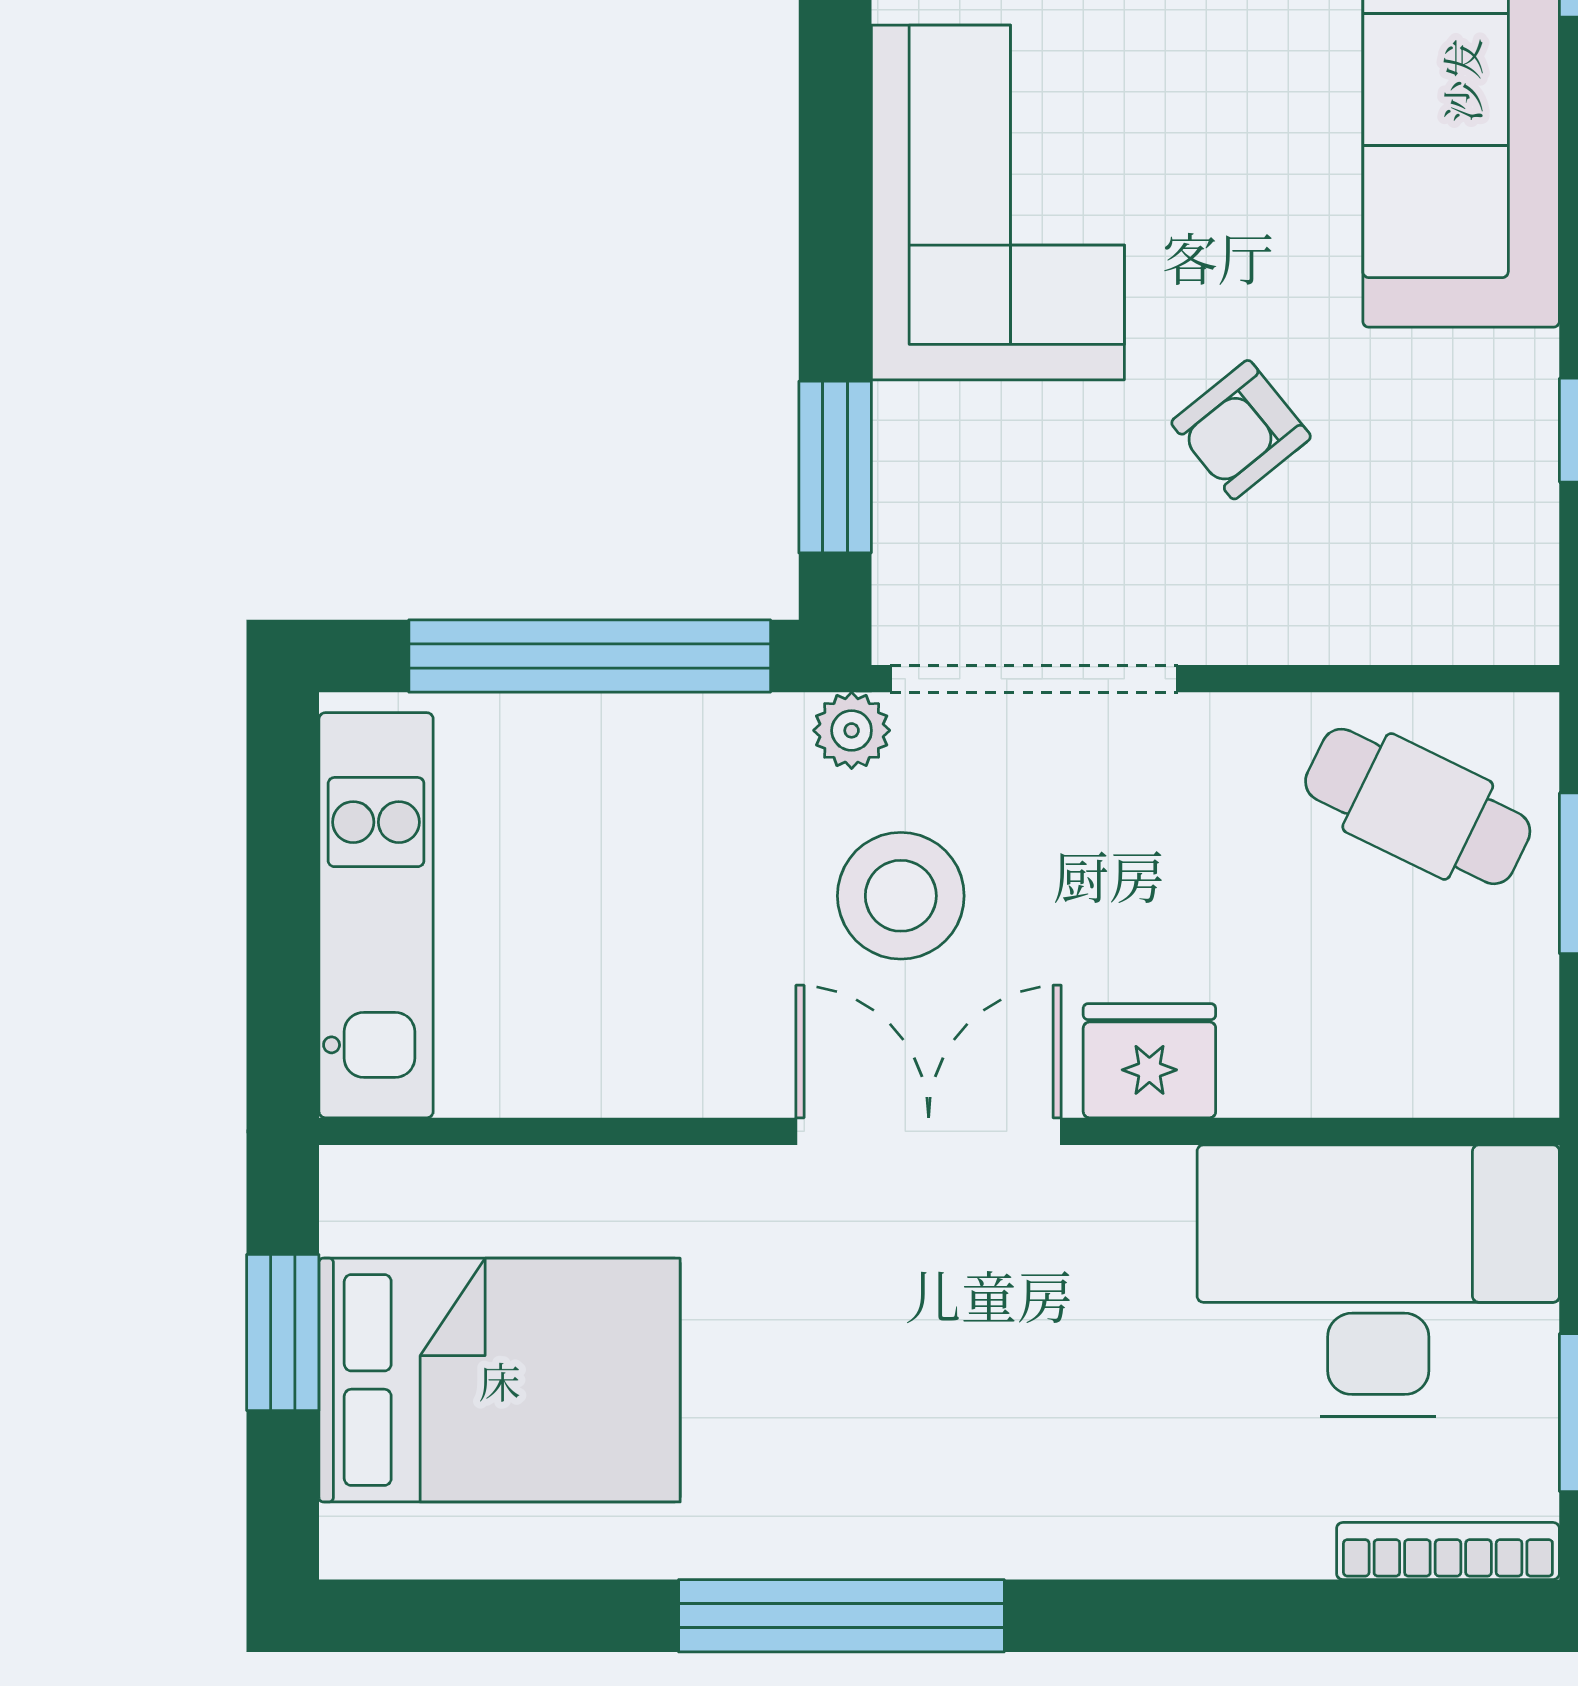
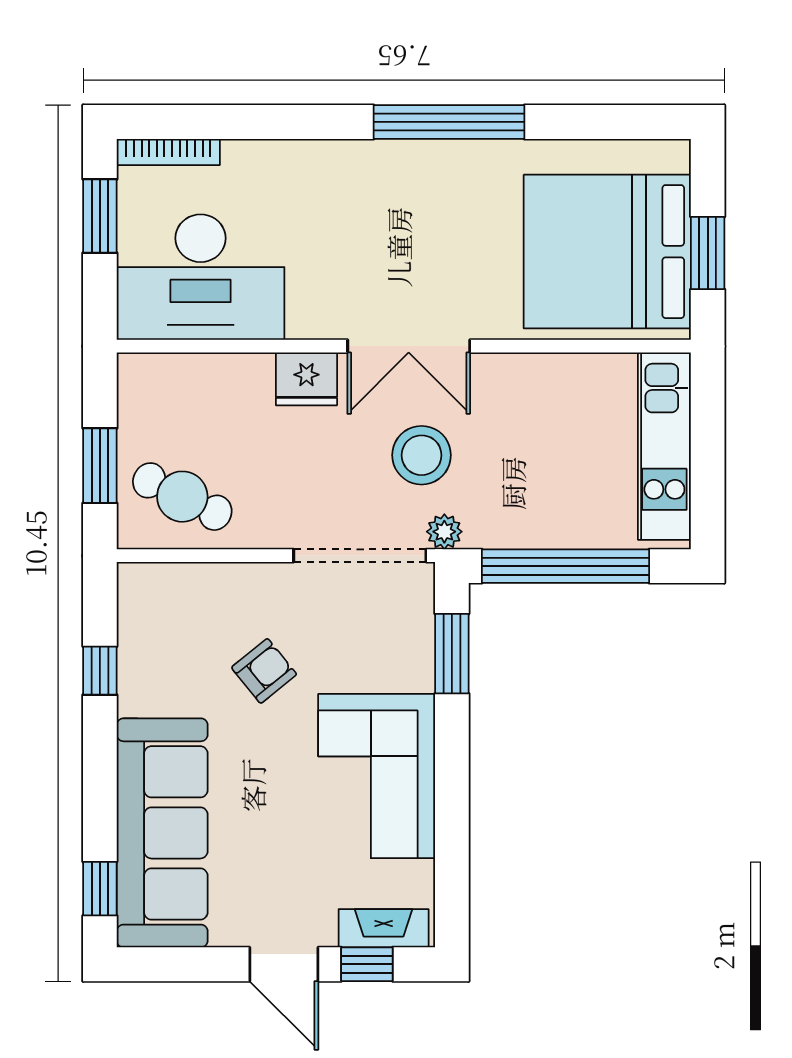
bed: (500, 1380) -> (607, 252), width x1.36

